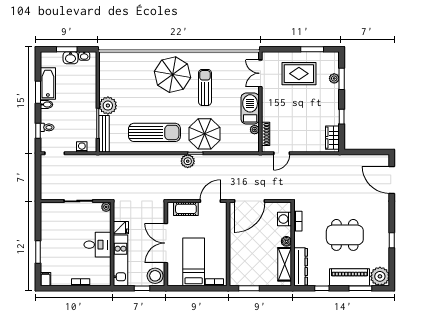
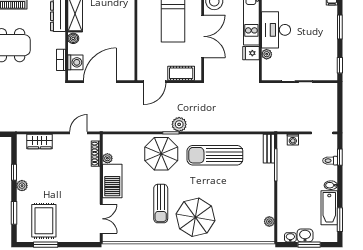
rug: (299, 74) -> (44, 221), moved, turned 90
plant: (334, 78) -> (22, 186), moved
window: (38, 92) -> (340, 220), moved
plant: (108, 106) -> (269, 222), moved, width x0.53, depth x0.53
bench: (104, 134) -> (269, 149), width x0.73
wardrobe: (332, 138) -> (39, 142), moved, turned 90
door: (250, 201) -> (100, 82), moved
plant: (106, 207) -> (267, 54), moved
window: (38, 216) -> (340, 65), added
desk: (98, 245) -> (276, 30), width x1.37

